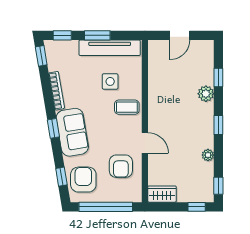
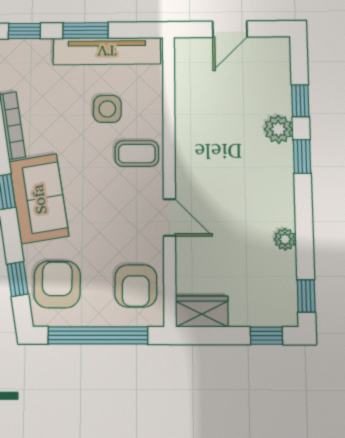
window: (218, 125) -> (302, 156), moved
armchair: (121, 166) -> (136, 286), moved

